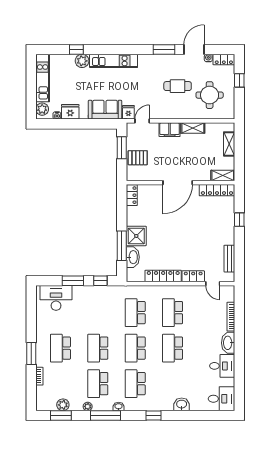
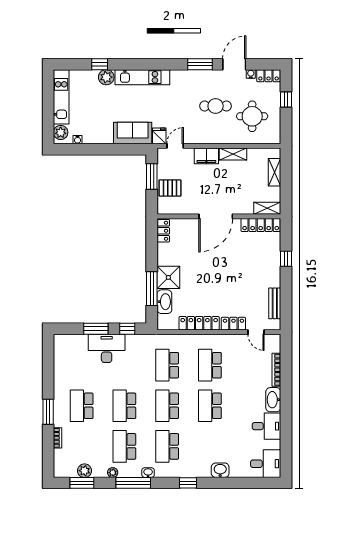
fridge: (70, 112) -> (93, 135), removed
desk: (56, 298) -> (107, 348), moved

